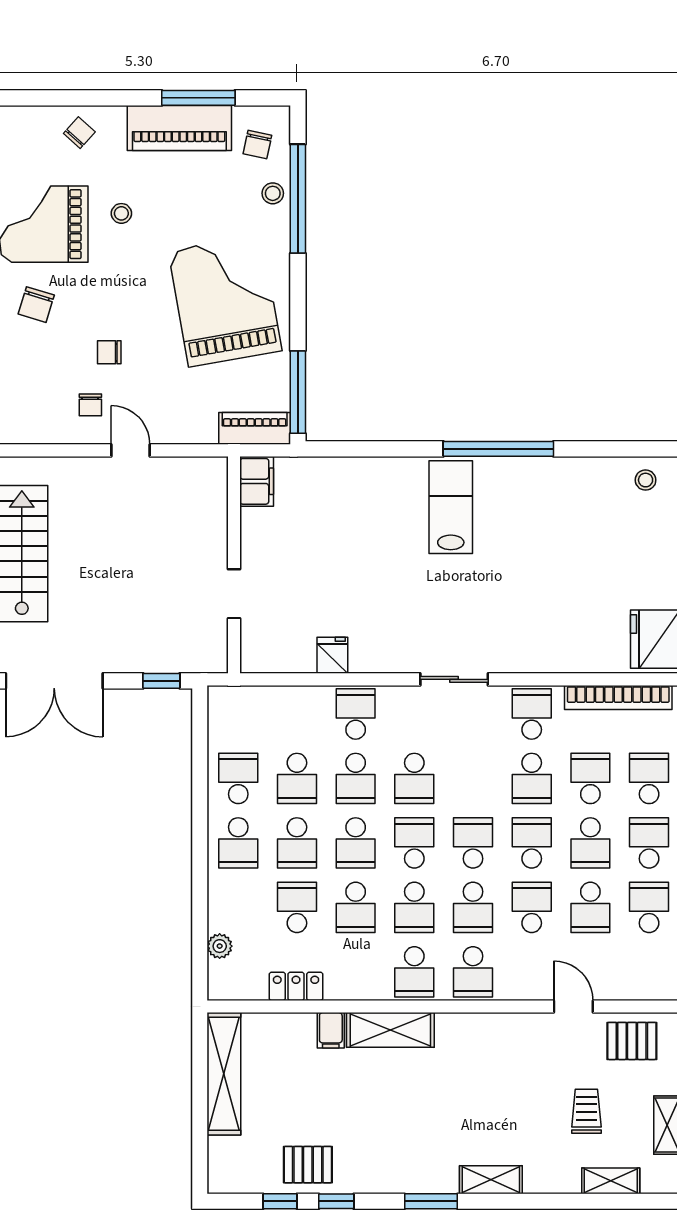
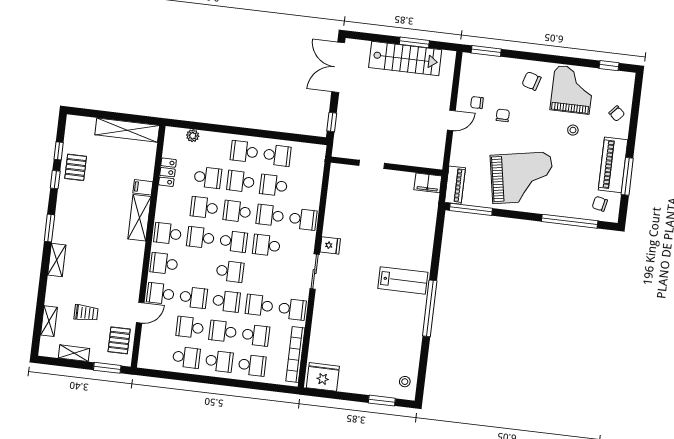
stool: (273, 193) -> (574, 209), removed
fridge: (332, 655) -> (330, 245), moved
school desk: (473, 907) -> (160, 293), moved

